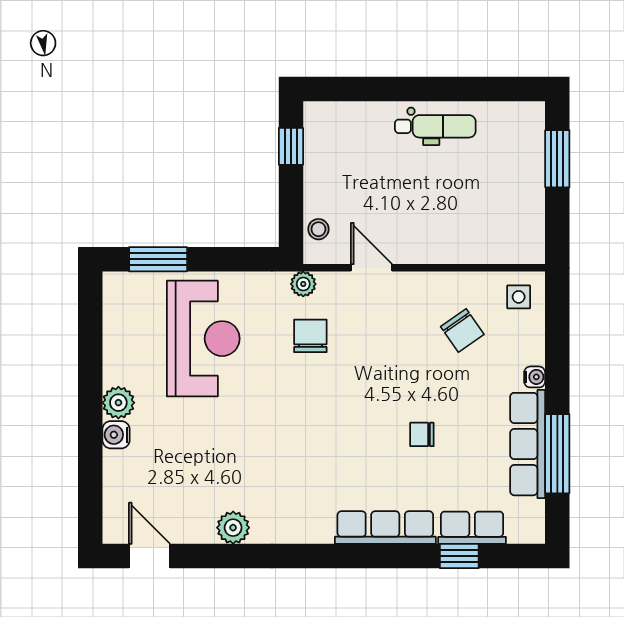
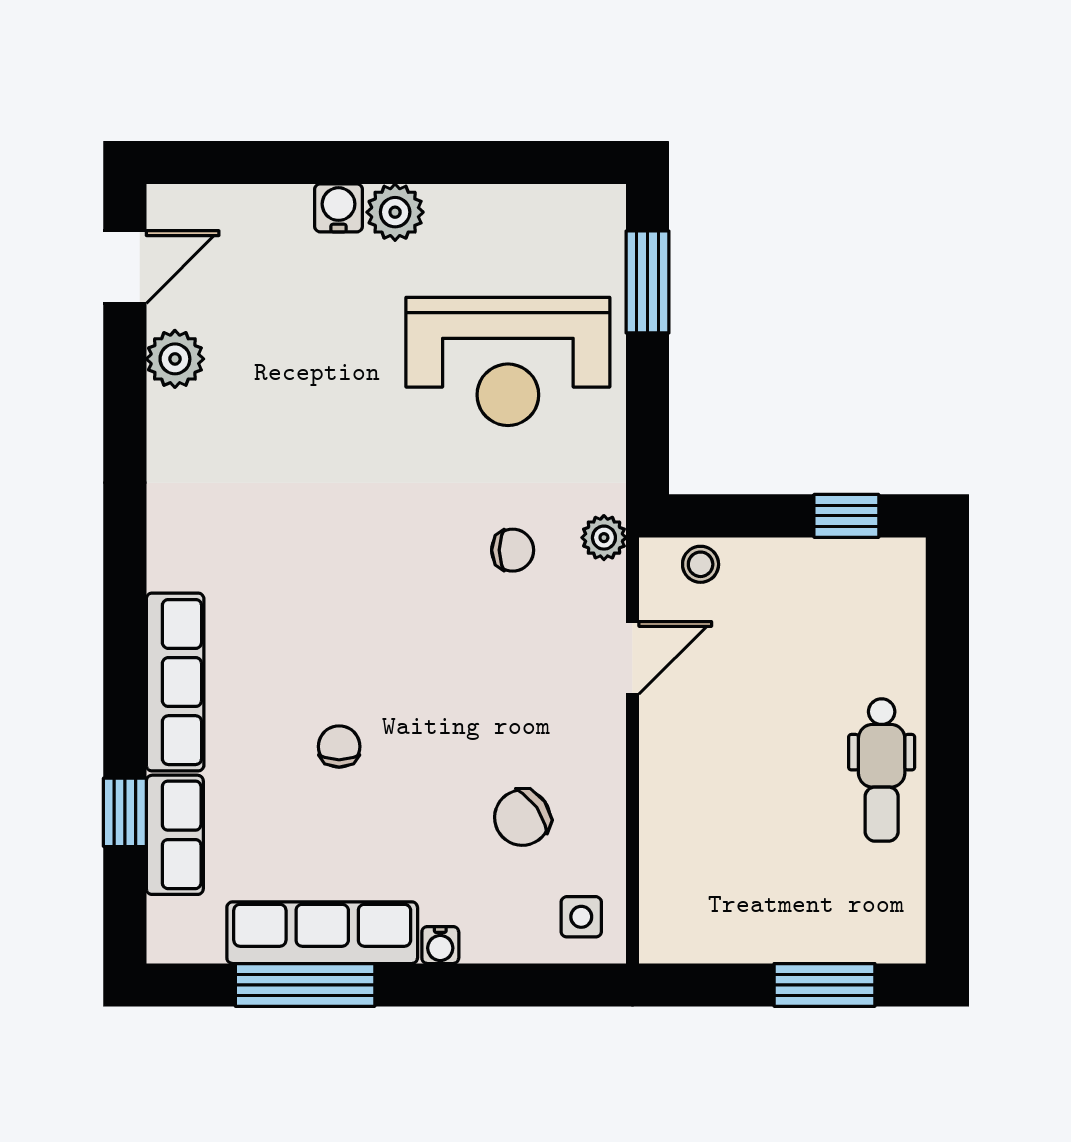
chair: (310, 336) -> (513, 550), width x0.73, depth x0.73
plant: (233, 528) -> (175, 359), moved

